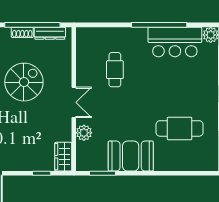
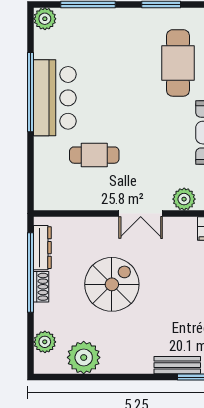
bar counter: (175, 42) -> (55, 98), moved
spiral stairs: (24, 82) -> (112, 284), turned 90
double door: (74, 102) -> (141, 214), swing flipped

